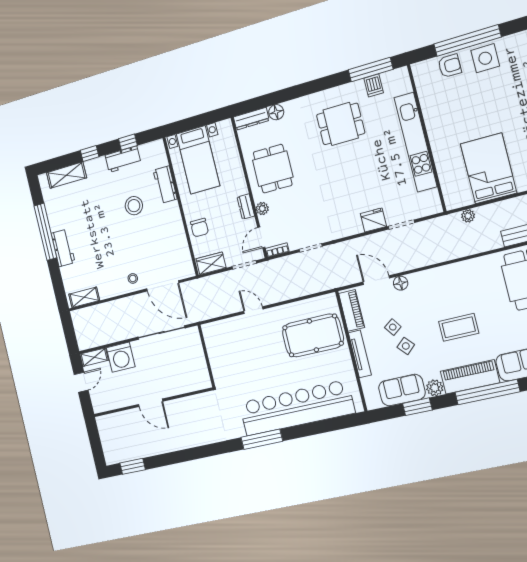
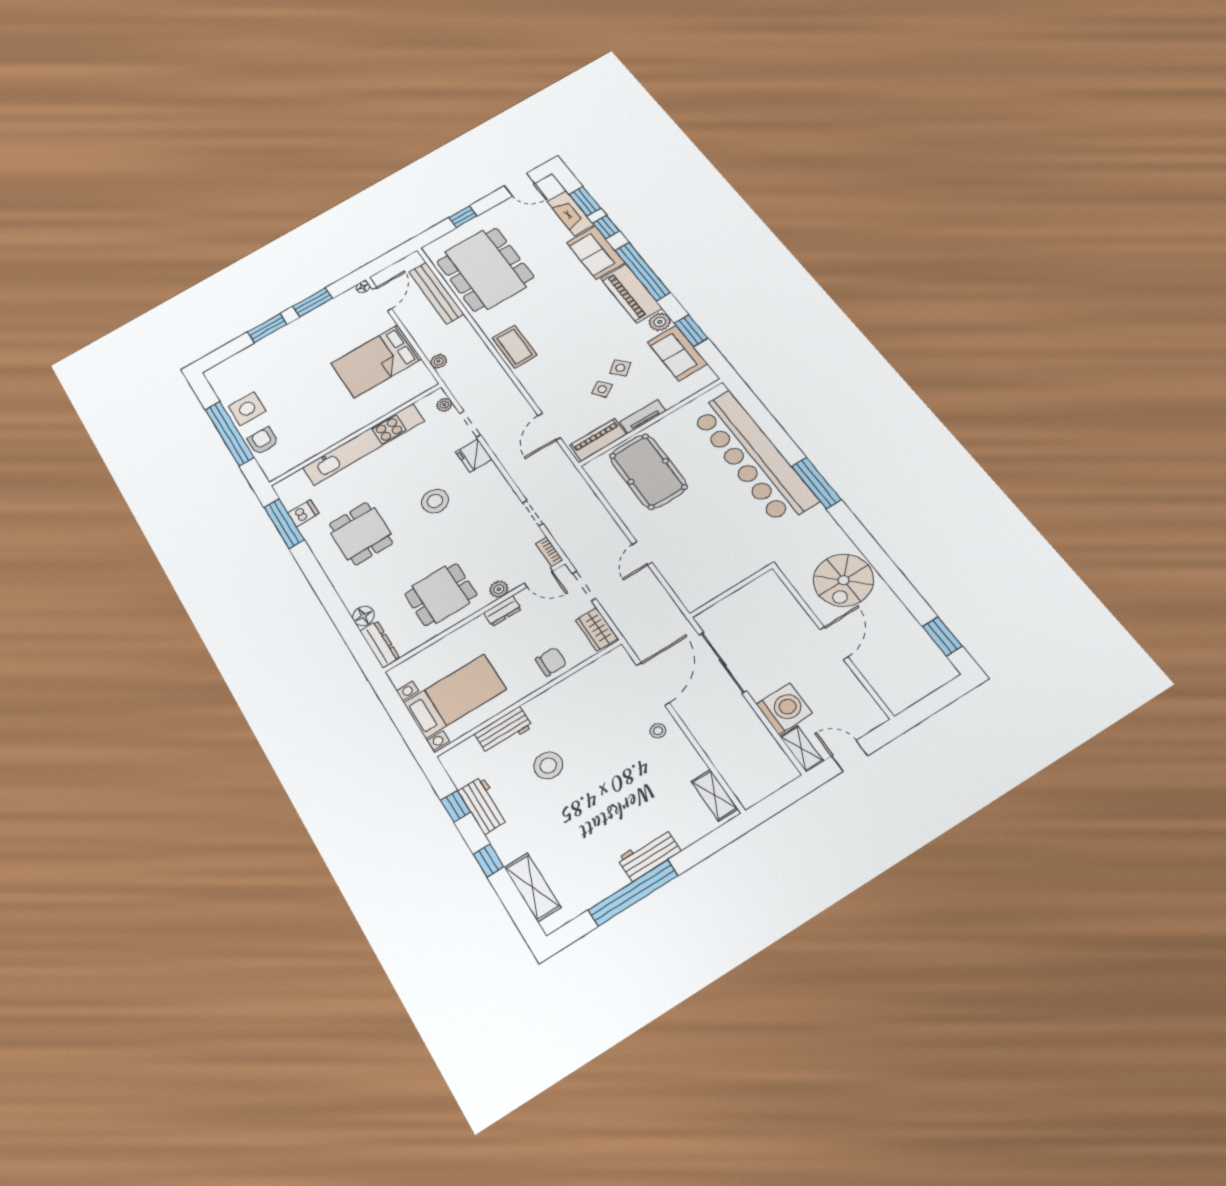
stool: (347, 183) -> (435, 501), added
plant: (426, 210) -> (444, 405), added
floor lamp: (401, 283) -> (544, 400), removed
coffee table: (459, 327) -> (515, 347), moved
tv unit: (360, 354) -> (643, 416), width x0.71
spiral stairs: (189, 426) -> (844, 580), added

